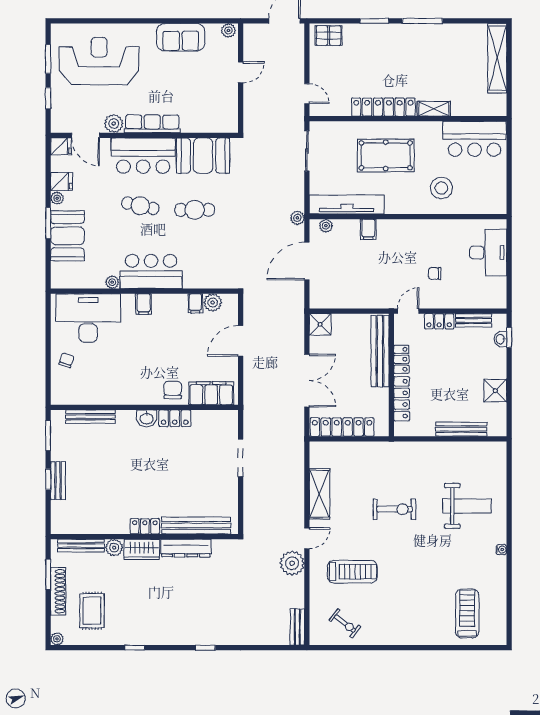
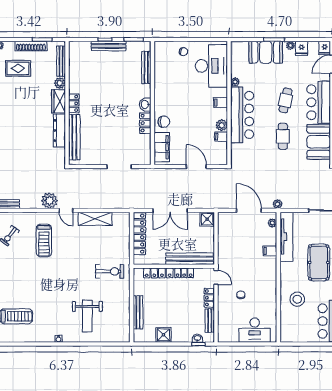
bar counter: (151, 271) -> (242, 115), width x1.36
plant: (213, 303) -> (222, 125), moved
bench: (58, 481) -> (109, 46), width x1.36
exercise bike: (395, 509) -> (110, 271), moved, turned -90

